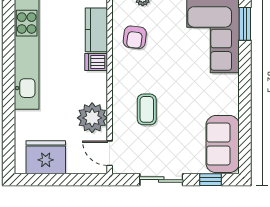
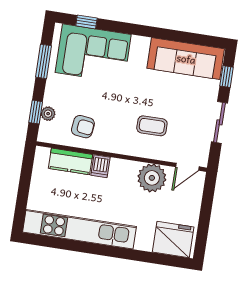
window: (245, 24) -> (86, 22), width x0.67
sofa: (223, 144) -> (186, 59), width x1.36
fridge: (46, 157) -> (173, 240), moved, turned 90

